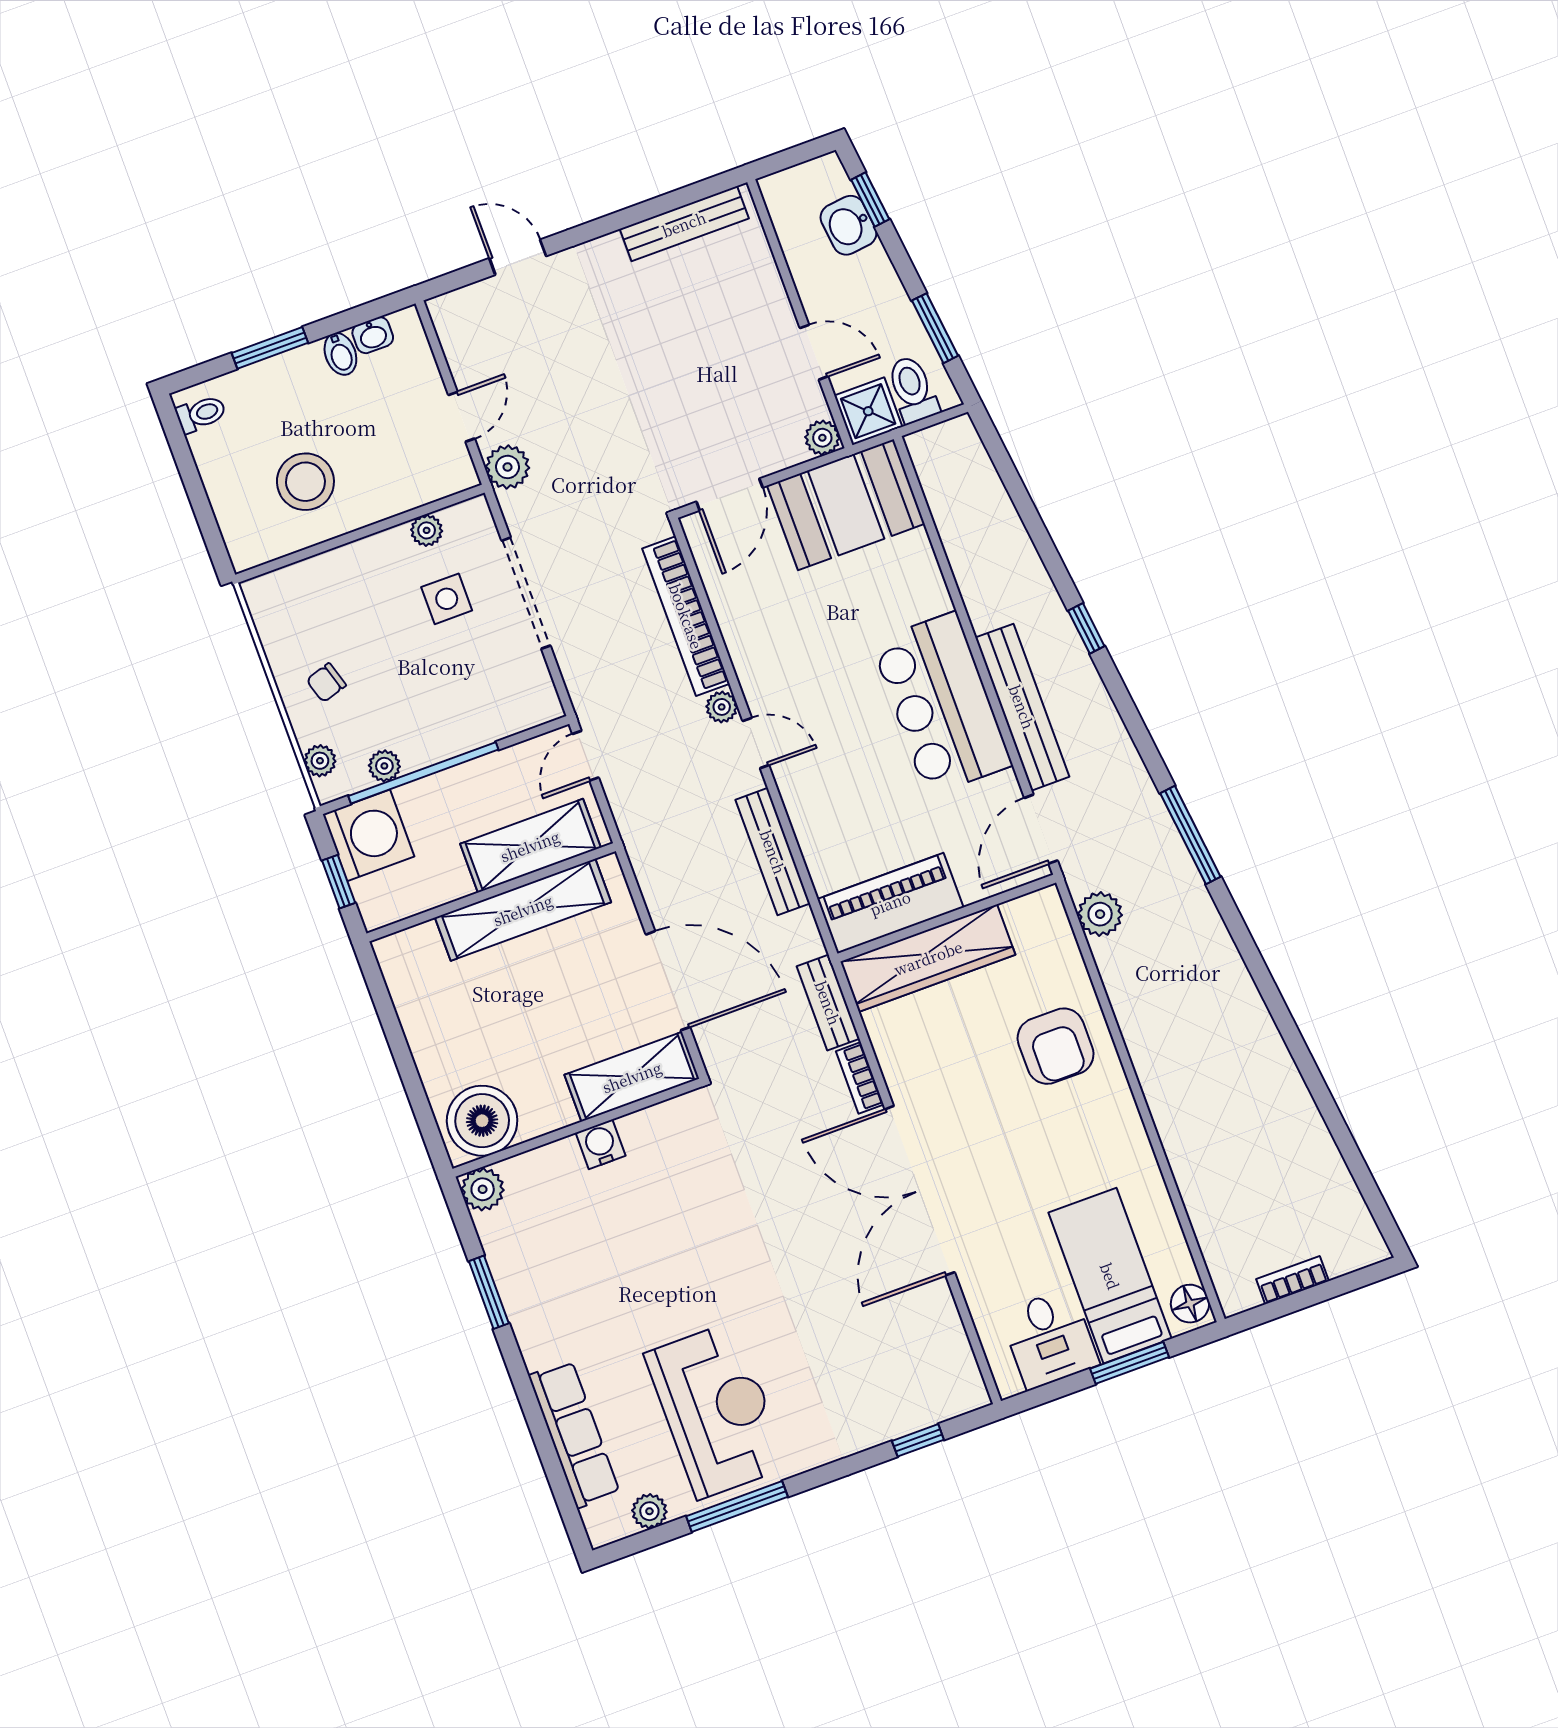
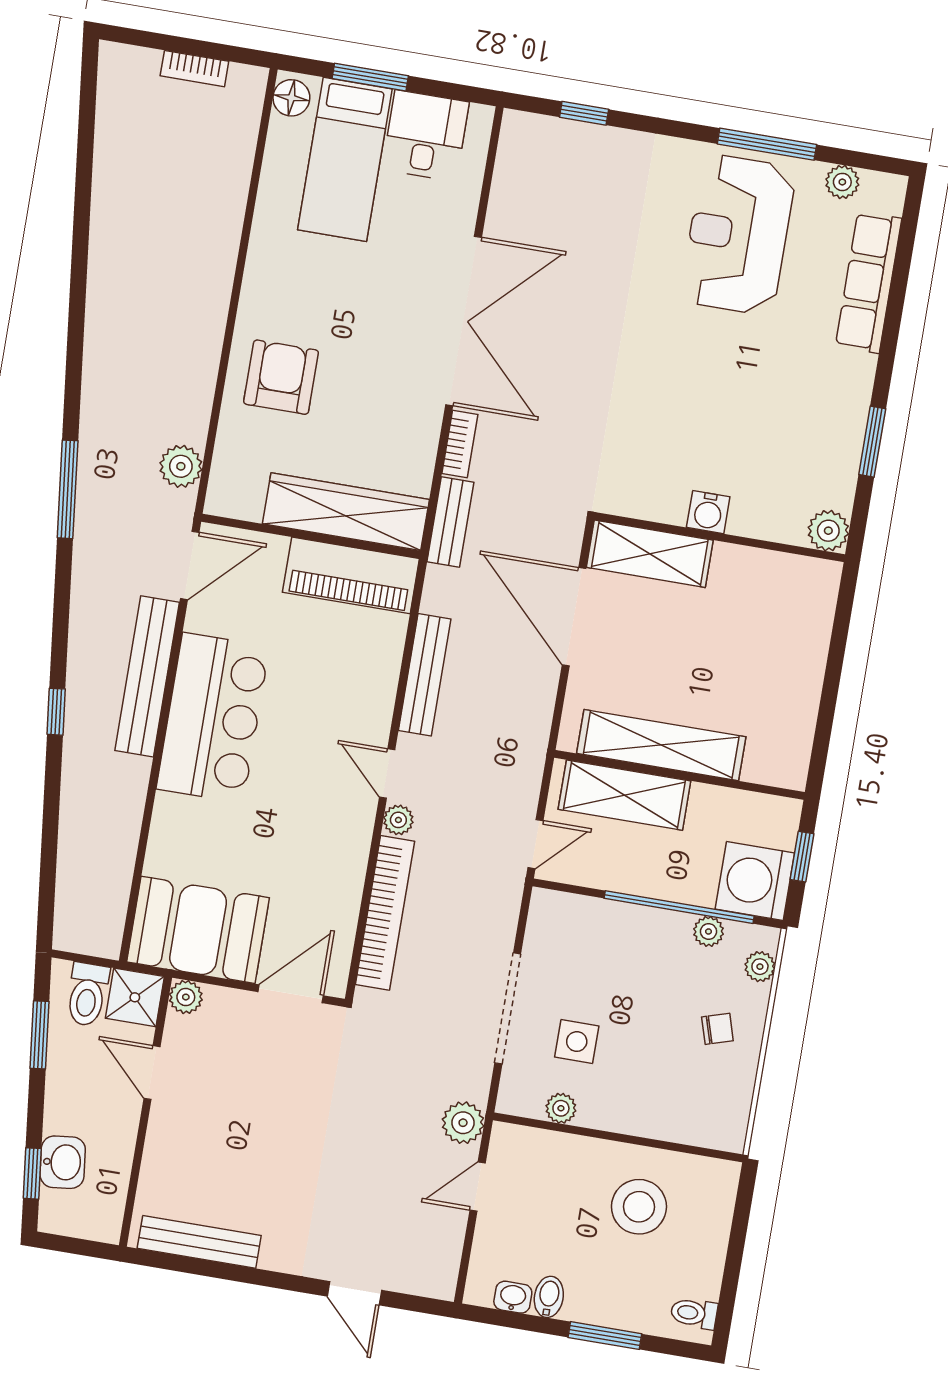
boiler: (482, 1121) -> (796, 588), removed

